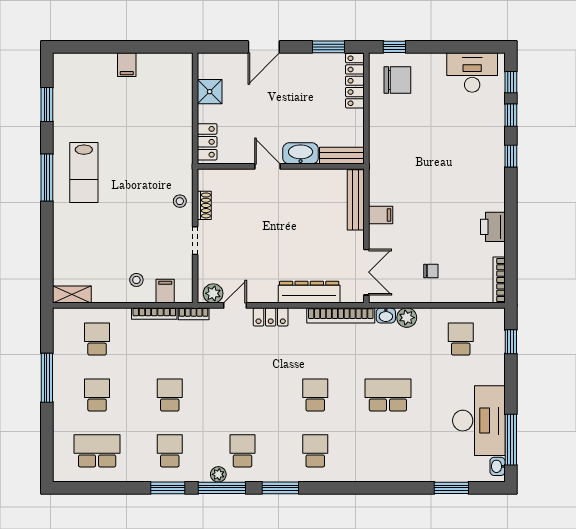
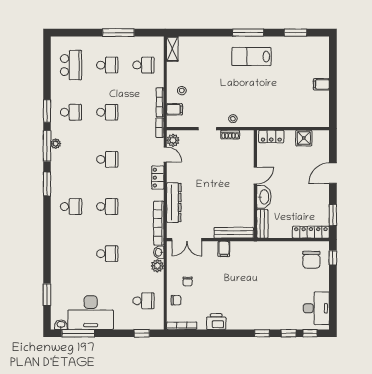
door: (264, 47) -> (333, 173), hinge flipped
chair: (460, 289) -> (176, 300), added
school desk: (388, 395) -> (107, 254), width x0.54
school desk: (242, 451) -> (107, 159), moved

